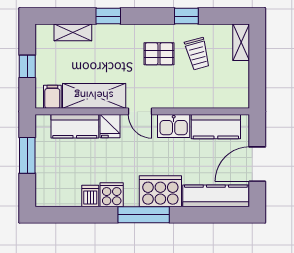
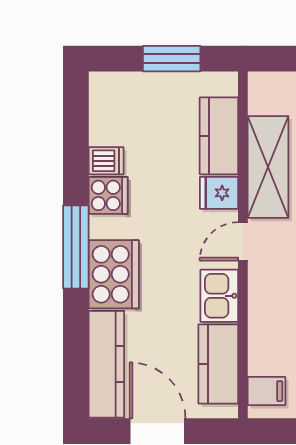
filing cabinet: (52, 97) -> (266, 391), moved

